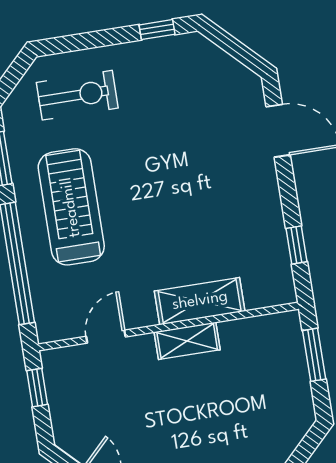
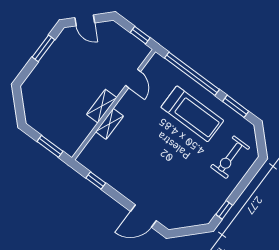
shelving: (200, 301) -> (110, 124), width x0.67, depth x0.75

